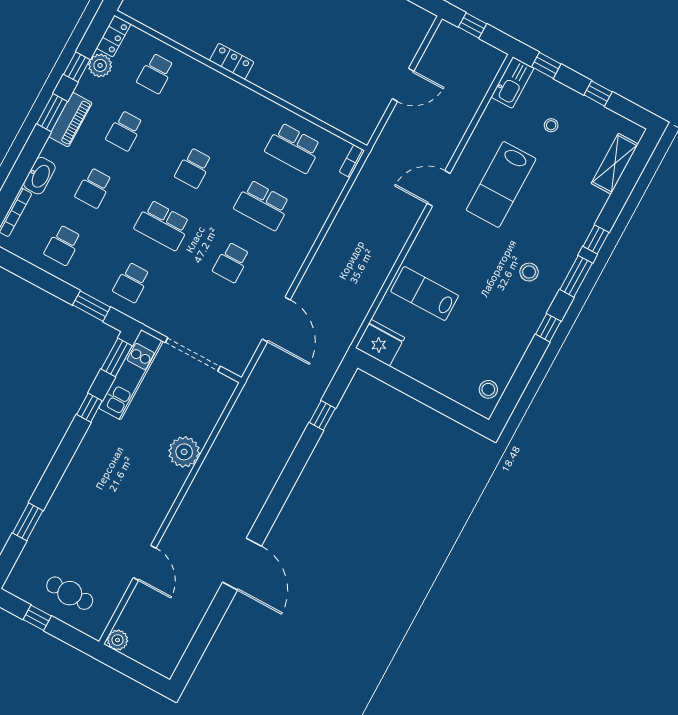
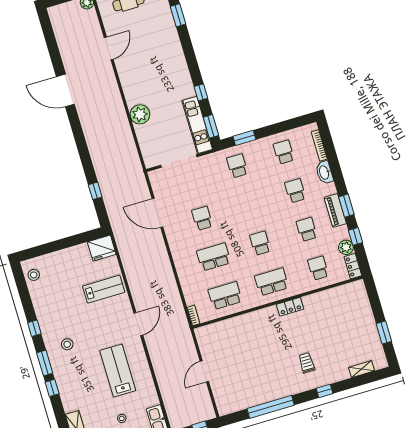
door: (439, 188) -> (138, 324), moved
school desk: (162, 225) -> (272, 282), moved
door: (145, 563) -> (109, 48), swing flipped

